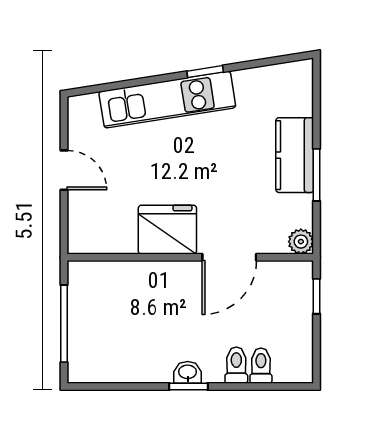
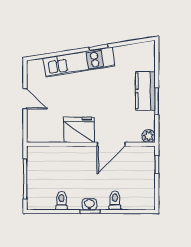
toilet: (261, 366) -> (61, 201), moved

